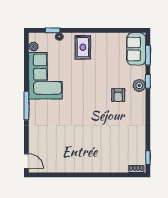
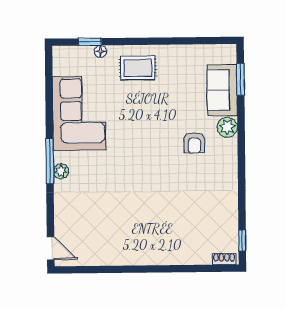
plant: (33, 47) -> (61, 171), moved
rug: (83, 47) -> (138, 68), turned 90
sofa: (136, 49) -> (222, 90), moved
window: (148, 81) -> (241, 120), removed

